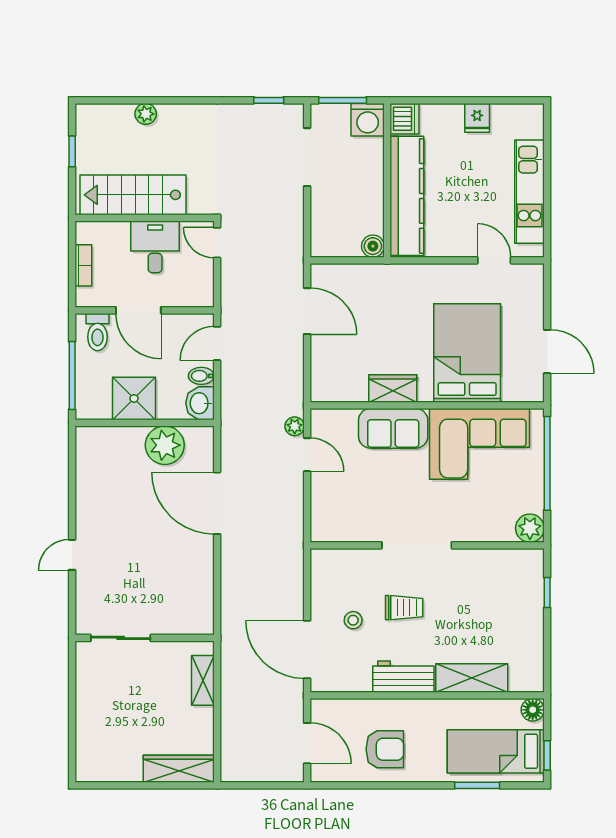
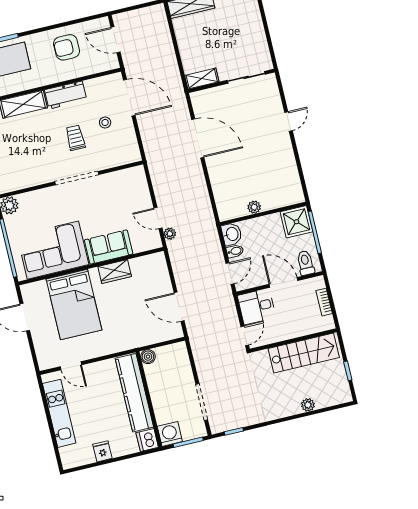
door: (217, 243) -> (245, 336), hinge flipped
desk: (155, 247) -> (257, 306), moved, turned 90
shower: (134, 398) -> (296, 222), moved
plant: (165, 445) -> (254, 207), width x0.53, depth x0.53
door: (217, 503) -> (198, 138), moved
trolley: (404, 608) -> (75, 138), turned 90
shelving: (203, 680) -> (202, 79), moved, turned 90

